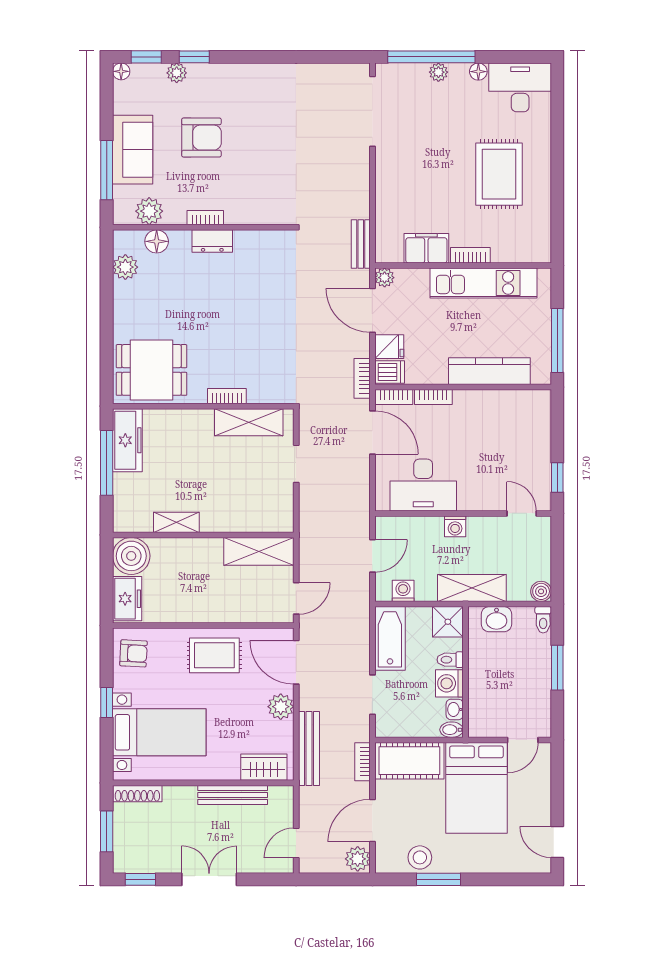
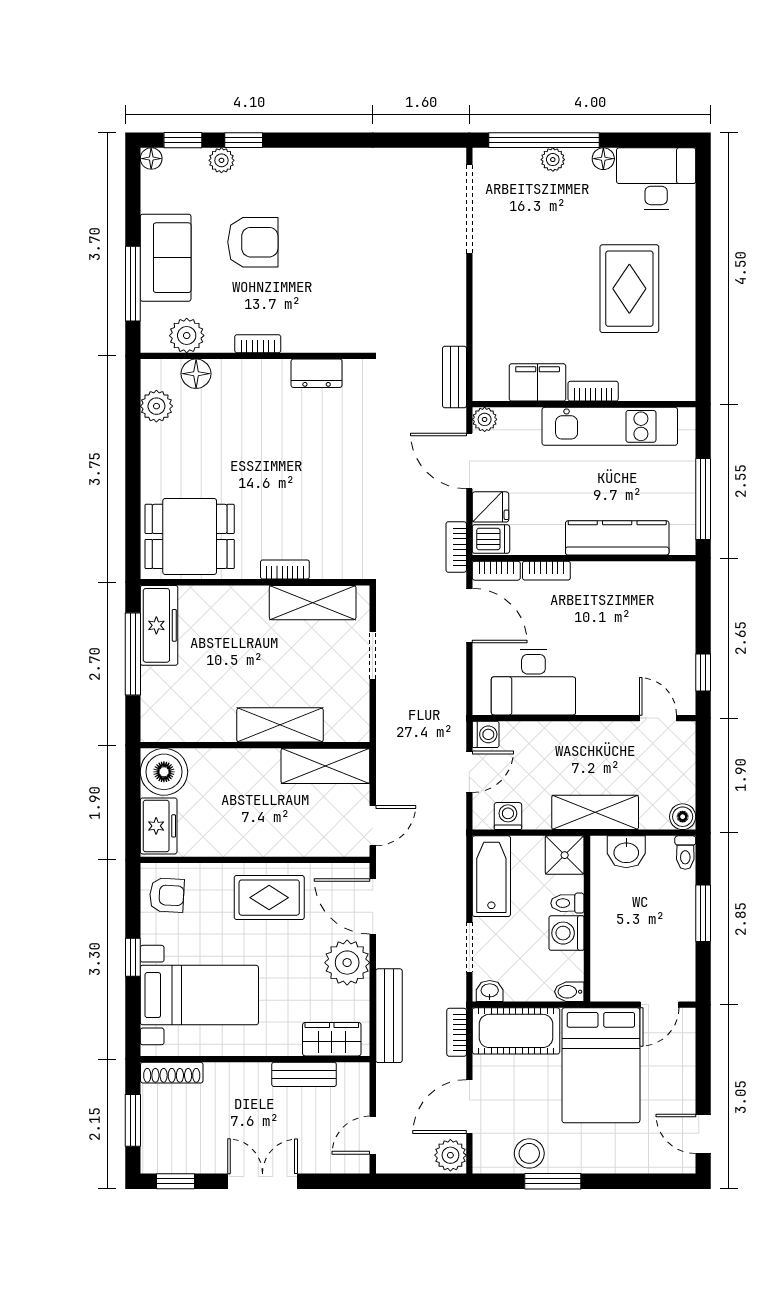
dresser: (212, 241) -> (317, 373), moved
shelving: (176, 522) -> (280, 725), moved, width x1.50, depth x1.33
washing machine: (455, 526) -> (486, 734), moved, turned -90
plant: (281, 707) -> (347, 963), width x1.36, depth x1.36
washbasin: (455, 709) -> (490, 991), moved, turned 90
bench: (233, 795) -> (304, 1074), width x0.73

